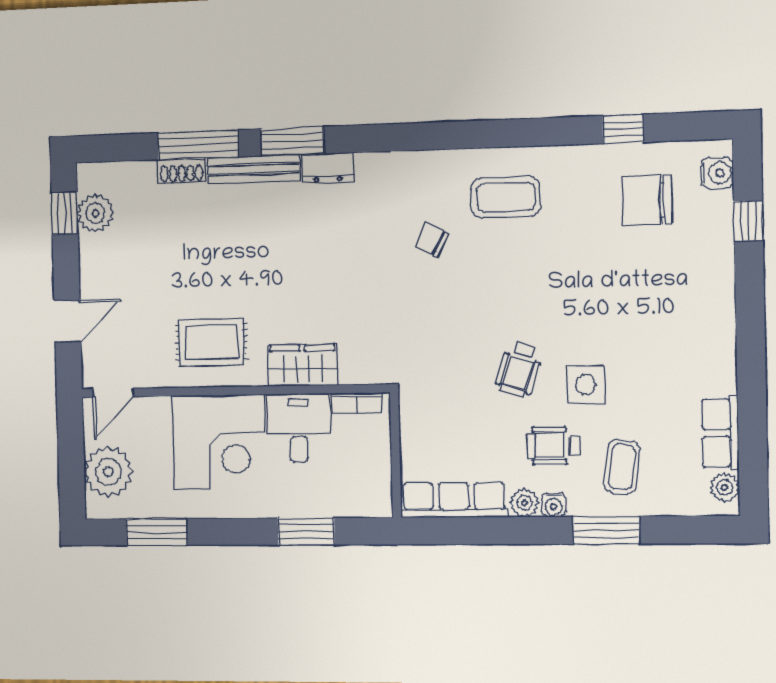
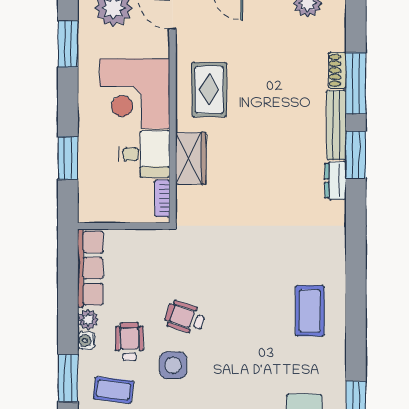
chair: (432, 240) -> (280, 256), removed

